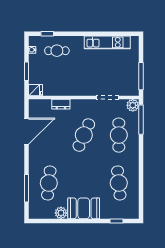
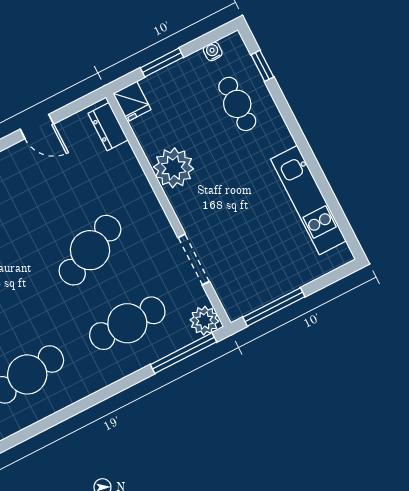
plant: (69, 87) -> (174, 168), added
dresser: (61, 104) -> (108, 127), moved
door: (27, 131) -> (37, 127), width x0.53
cafe table: (84, 135) -> (90, 250), turned -48

